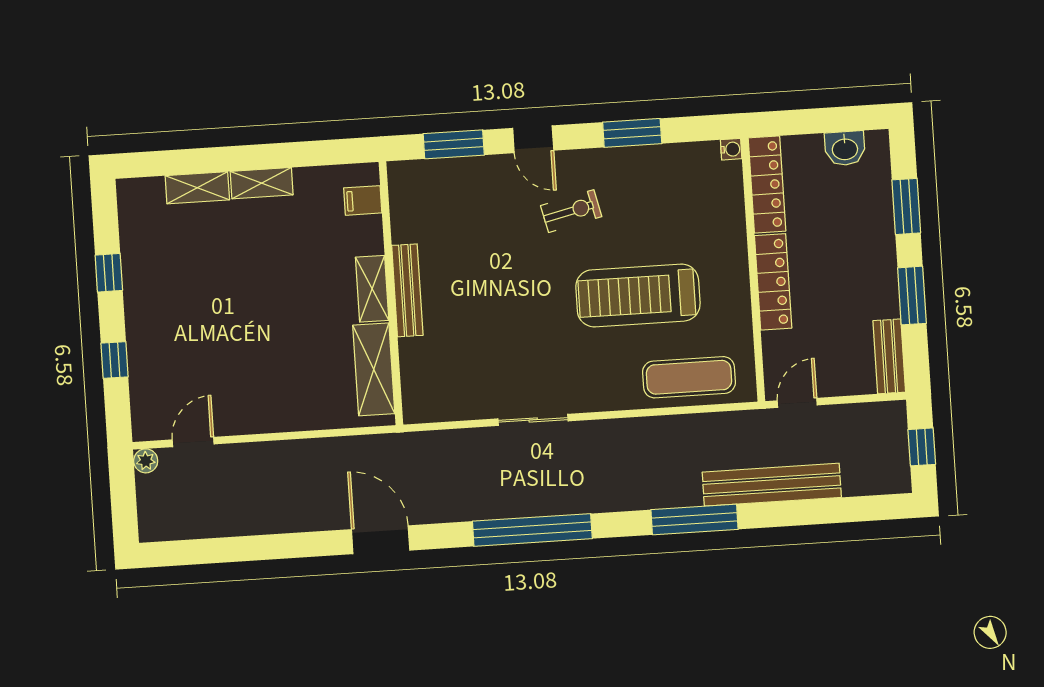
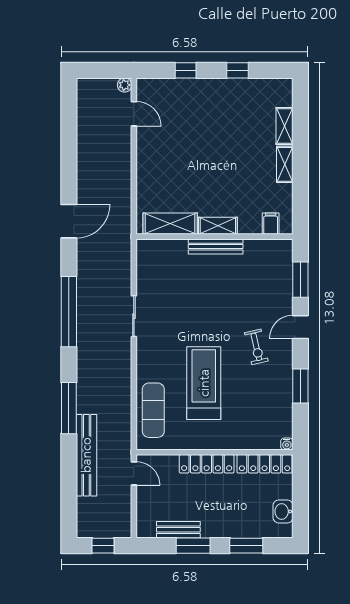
bench: (889, 356) -> (178, 530), moved

